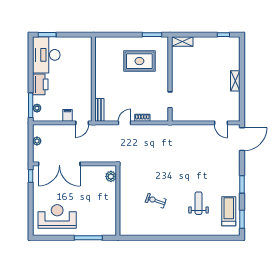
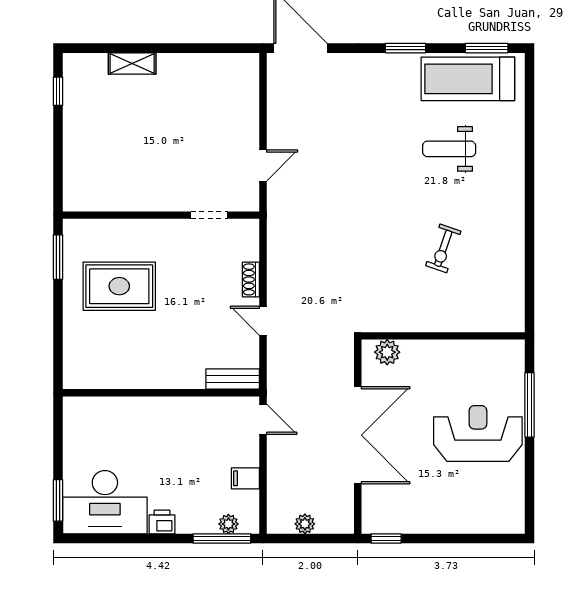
shelving: (182, 42) -> (74, 187), removed
rug: (139, 61) -> (119, 286), turned 90
shelving: (235, 81) -> (132, 64), moved
printer: (40, 84) -> (162, 522), width x0.53, depth x0.68
filing cabinet: (67, 115) -> (245, 478), moved
door: (221, 123) -> (263, 166), moved
double door: (59, 164) -> (358, 435), moved
treadmill: (229, 211) -> (468, 79), width x1.37, depth x1.38
reception desk: (57, 216) -> (478, 434), moved, turned 90

